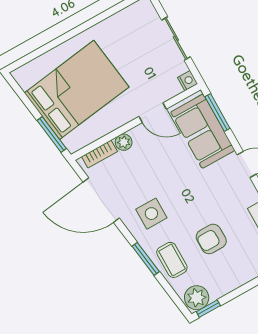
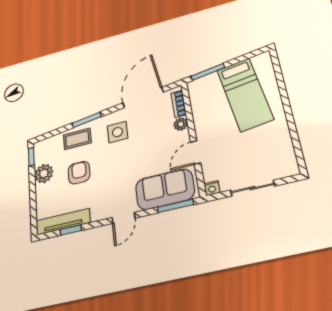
bed: (77, 90) -> (245, 94), width x0.67
plant: (197, 298) -> (44, 174), moved

